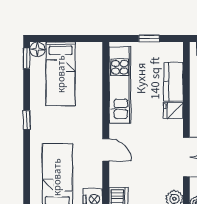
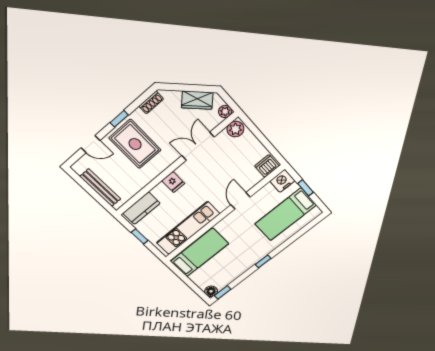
bed: (61, 74) -> (200, 253), moved
kitchen counter: (174, 82) -> (141, 208), moved

